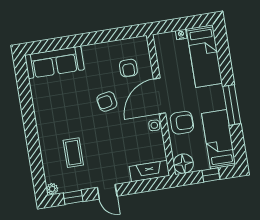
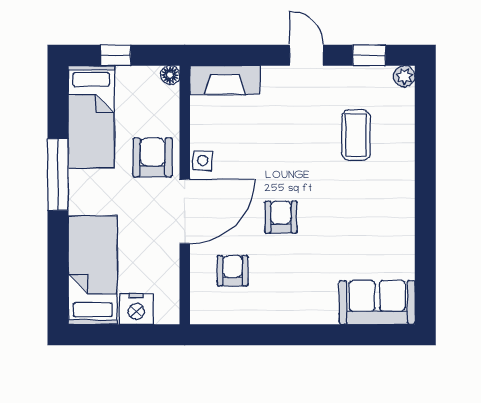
nightstand: (181, 34) -> (136, 309), width x1.89, depth x1.79
sofa: (54, 62) -> (377, 302), width x0.73
armchair: (107, 102) -> (281, 217), turned -79
armchair: (182, 123) -> (152, 157), turned 90
floor lamp: (183, 164) -> (170, 75), width x0.53, depth x0.53

